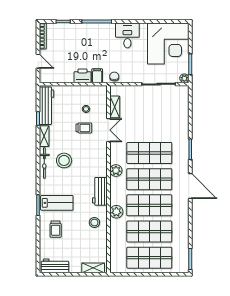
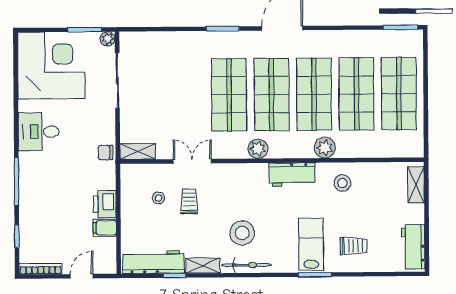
filing cabinet: (97, 76) -> (105, 228), moved
shelving: (115, 107) -> (138, 151), moved

